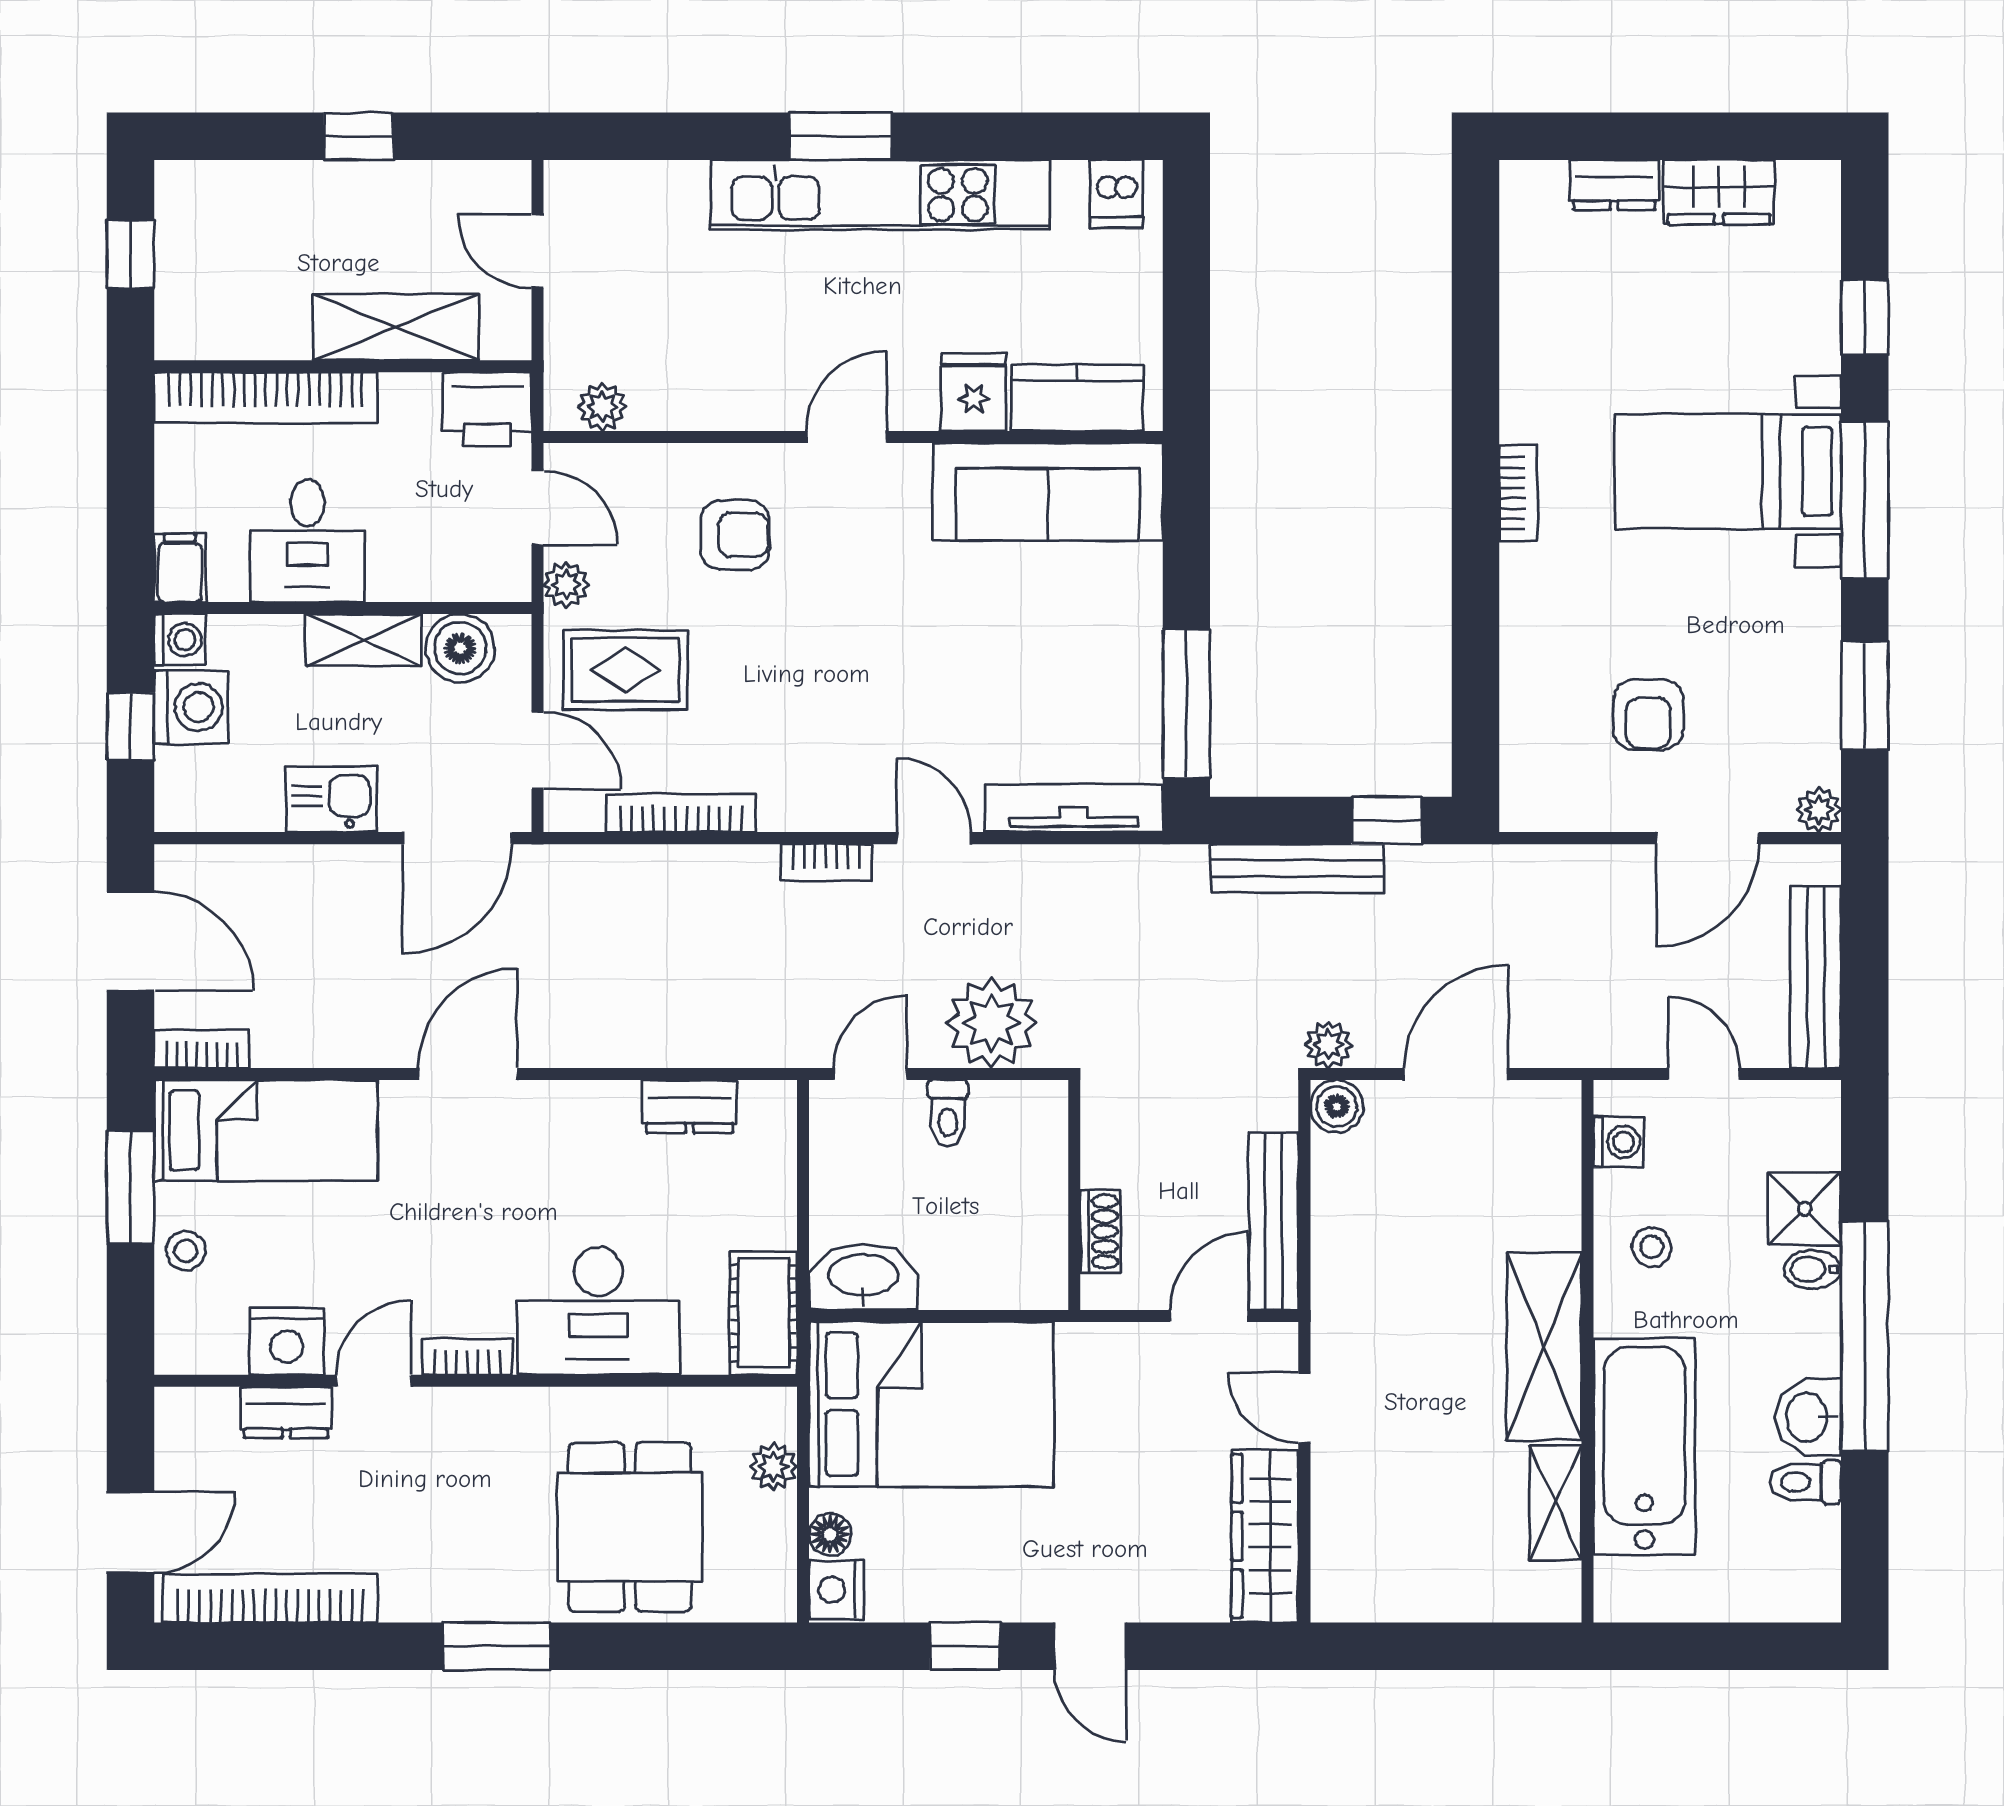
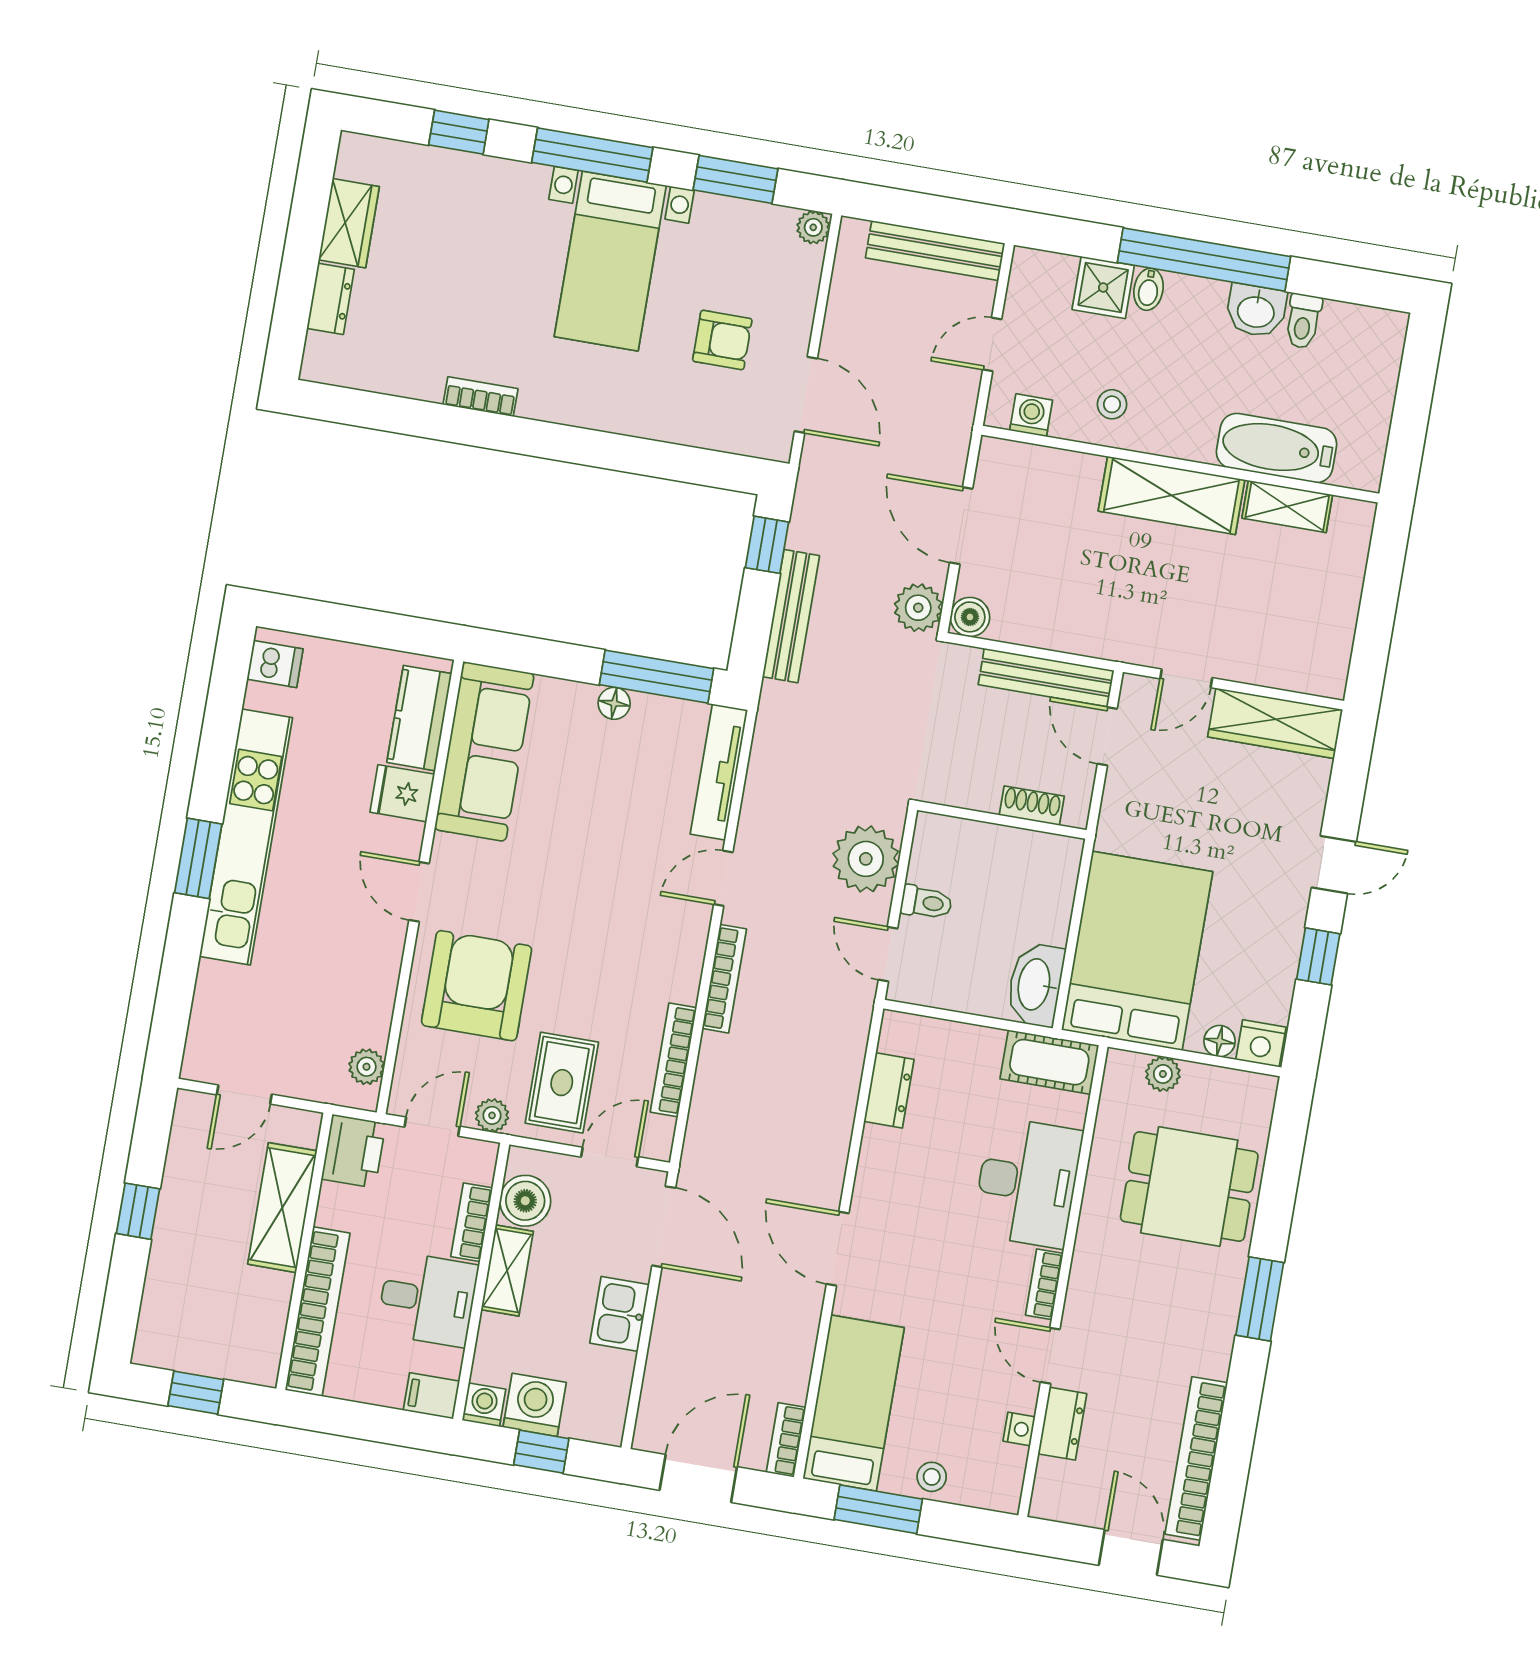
bed with nightstands: (1728, 471) -> (610, 261), moved
bookcase: (1518, 493) -> (480, 397), moved
armchair: (735, 535) -> (477, 986), width x1.88, depth x1.88
bookcase: (420, 582) -> (472, 1222), added
floor lamp: (1141, 653) -> (614, 703), added
door: (1708, 838) -> (806, 395), moved
bookcase: (826, 862) -> (724, 979), width x1.56
plant: (1328, 1045) -> (918, 608), width x1.38, depth x1.38
nightstand: (287, 1341) -> (1019, 1429), width x0.53, depth x0.56
bathtub: (1644, 1446) -> (1276, 448), width x0.73, depth x0.73

